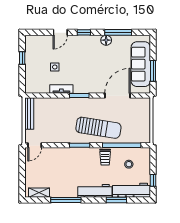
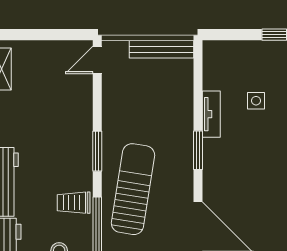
sun lounger: (98, 128) -> (133, 189), turned 180
door: (35, 145) -> (97, 60), hinge flipped

